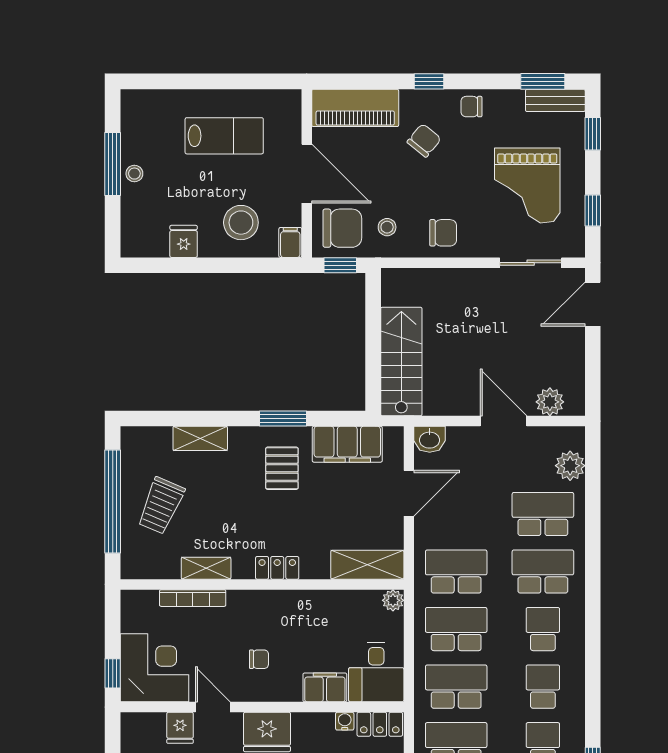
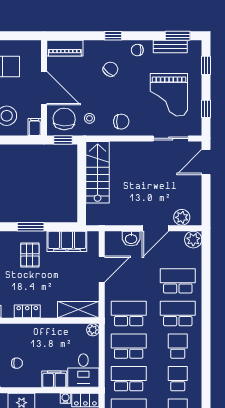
bench: (555, 100) -> (170, 47), moved
piano: (355, 108) -> (65, 48), width x0.73, depth x0.75
chair: (342, 228) -> (64, 119), turned -87
stairs: (401, 361) -> (98, 172), moved
door: (504, 421) -> (155, 228), swing flipped
washbasin: (430, 439) -> (131, 239), moved
plant: (570, 466) -> (193, 240), moved

